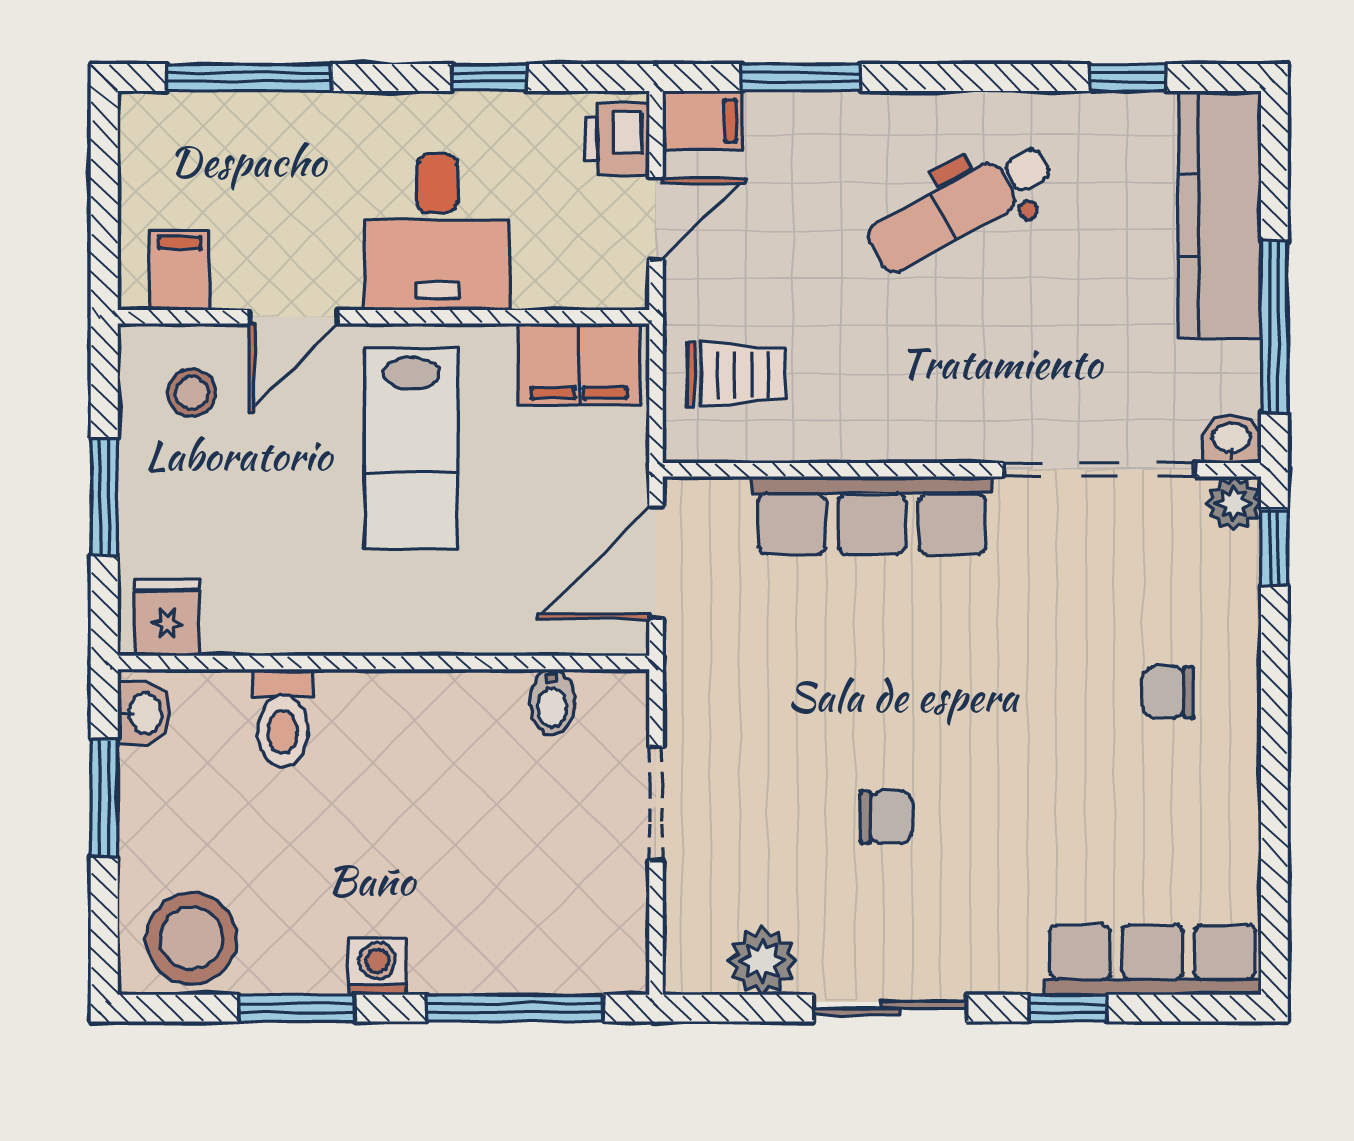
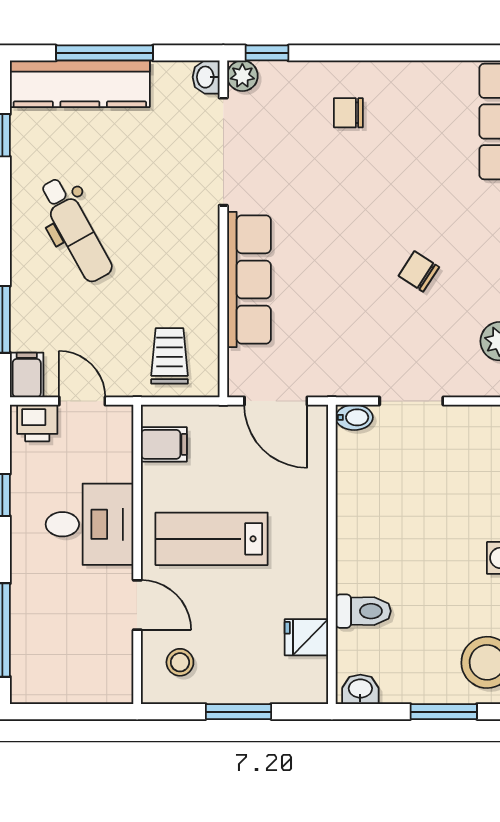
filing cabinet: (180, 270) -> (111, 669), removed
window: (1274, 327) -> (104, 53), moved
filing cabinet: (579, 364) -> (164, 444), width x0.50
lab bench: (411, 449) -> (212, 539), turned 180
fridge: (167, 617) -> (306, 637), moved
chair: (1168, 692) -> (348, 113), turned 90
bidet: (552, 702) -> (354, 417), moved
window: (104, 798) -> (444, 712), moved
chair: (886, 817) -> (419, 271), turned -57

